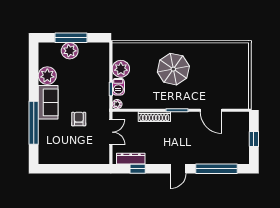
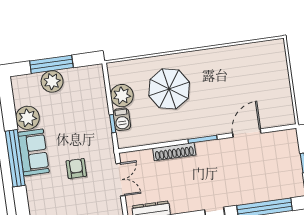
parasol: (173, 69) -> (169, 89), moved
plant: (117, 104) -> (123, 142), removed
door: (211, 110) -> (247, 133), swing flipped
window: (34, 123) -> (15, 158), moved

